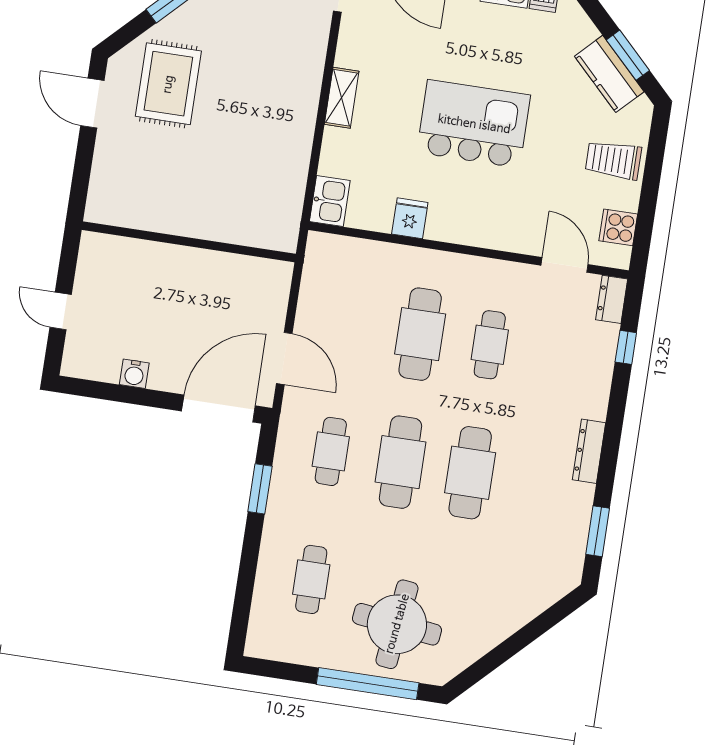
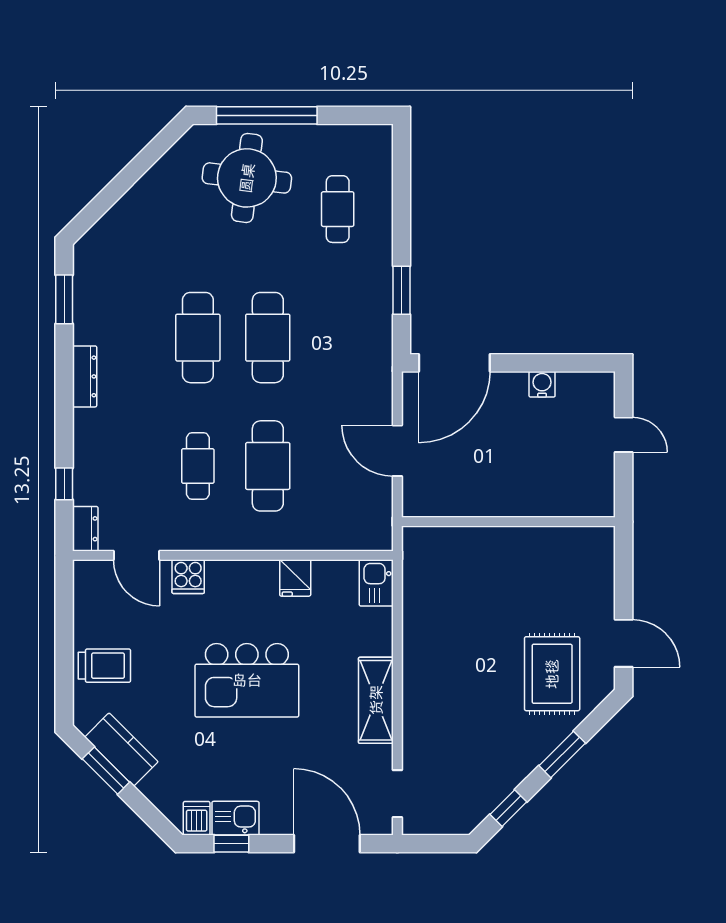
shelving: (342, 98) -> (376, 700), width x1.50, depth x1.33
cooker: (618, 227) -> (188, 577), moved, turned 90
door: (284, 359) -> (397, 451), moved
cafe table: (331, 451) -> (338, 338), removed

